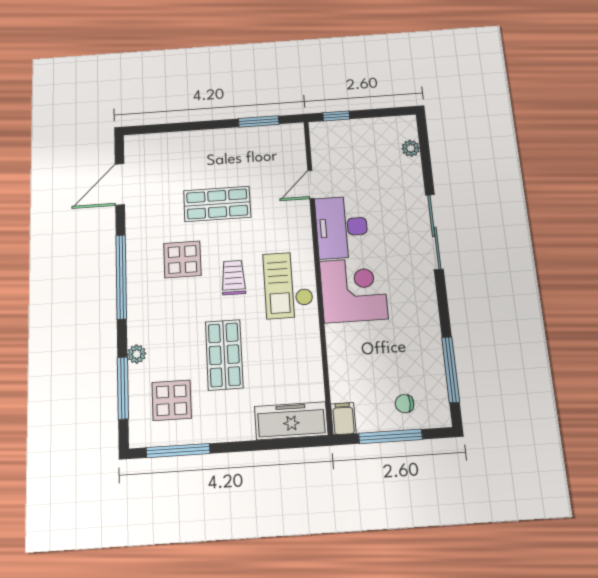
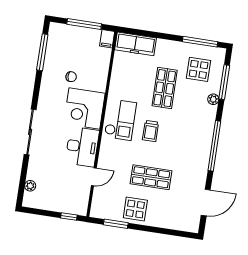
display table: (182, 259) -> (135, 209), moved
chair: (405, 404) -> (71, 77), moved

